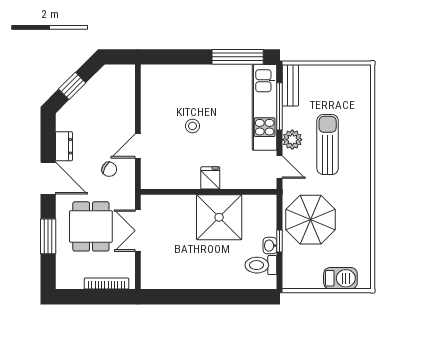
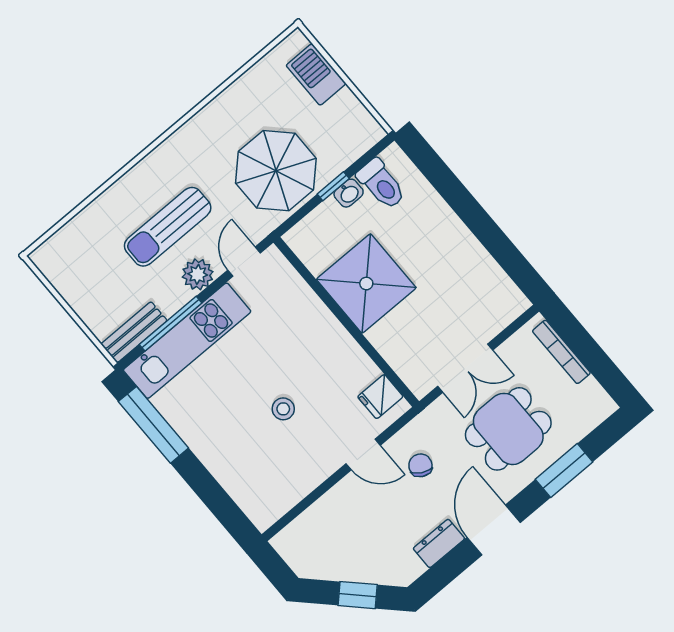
fridge: (210, 178) -> (380, 397), moved

